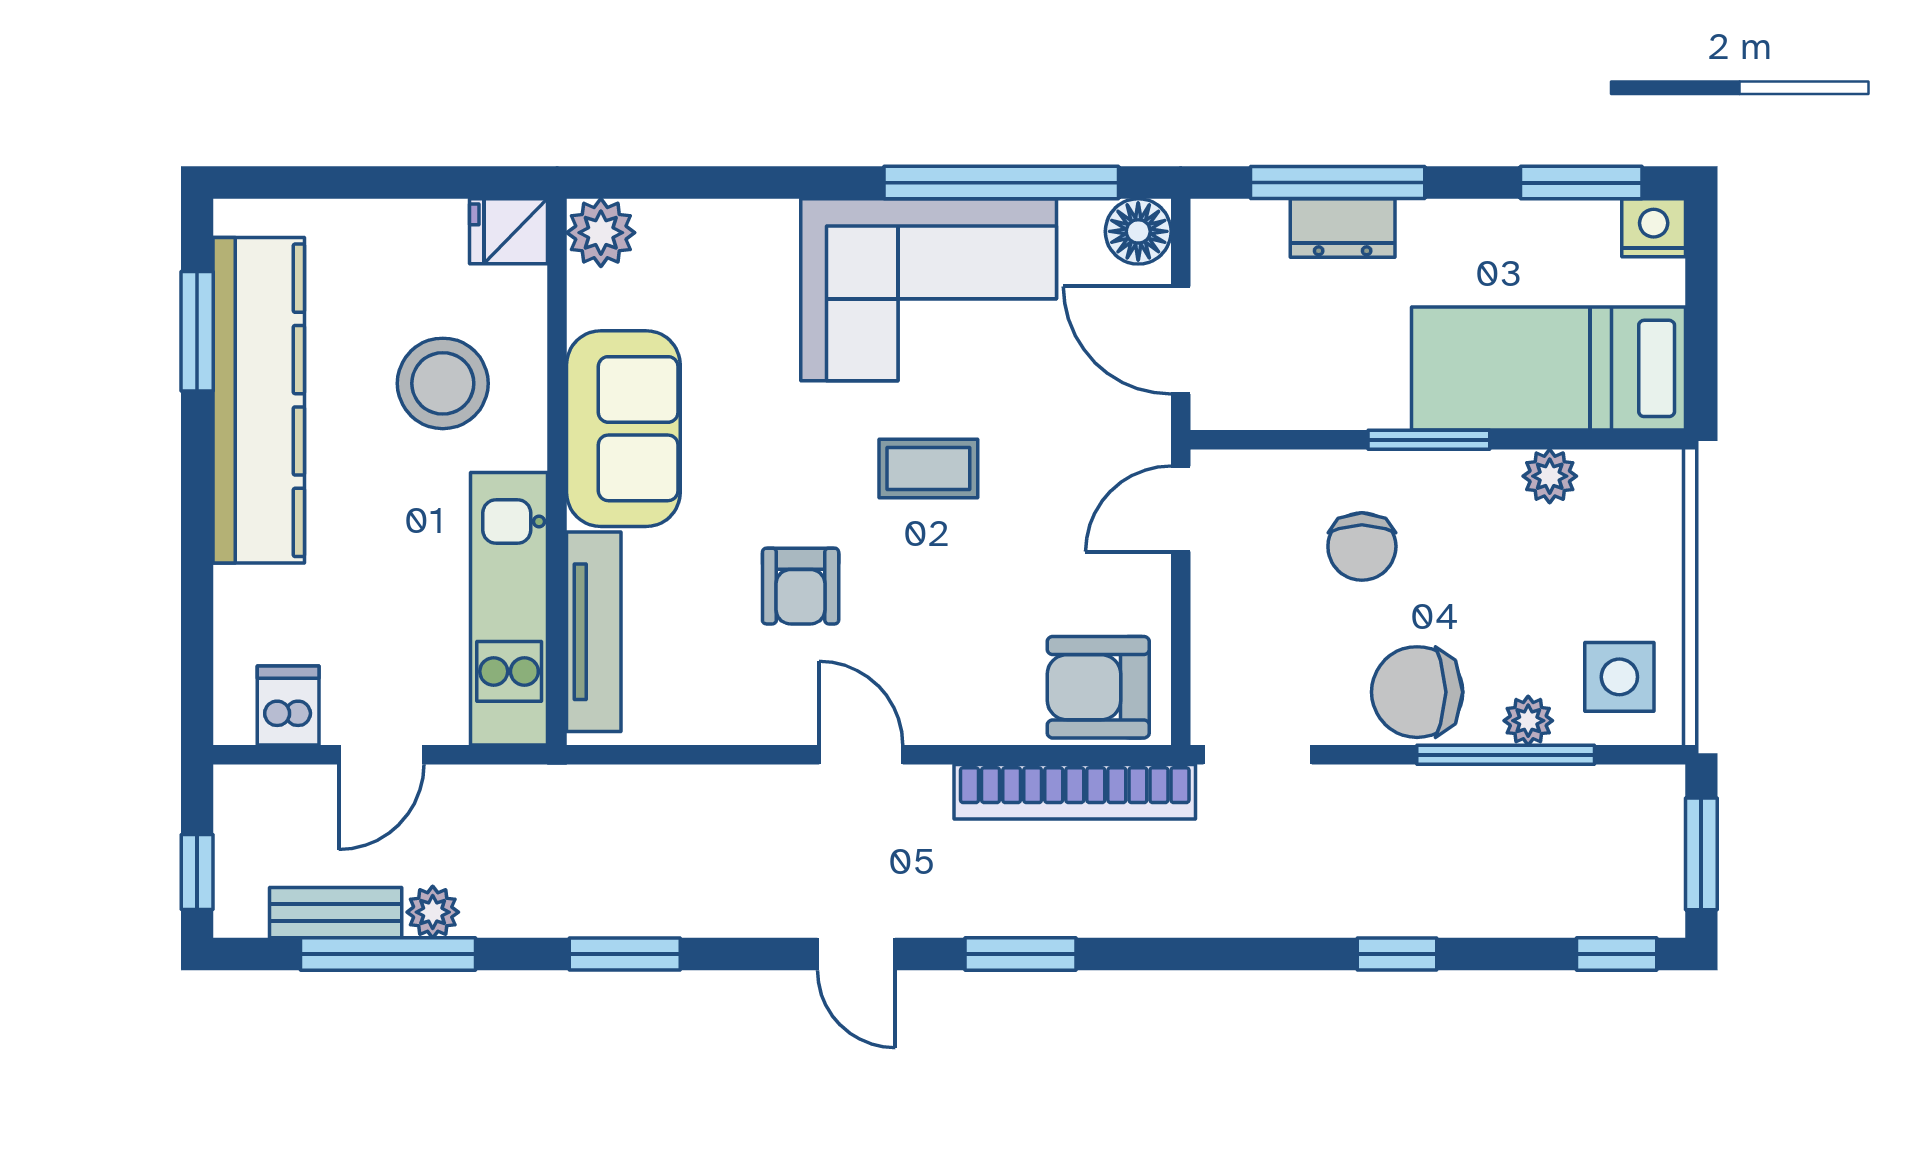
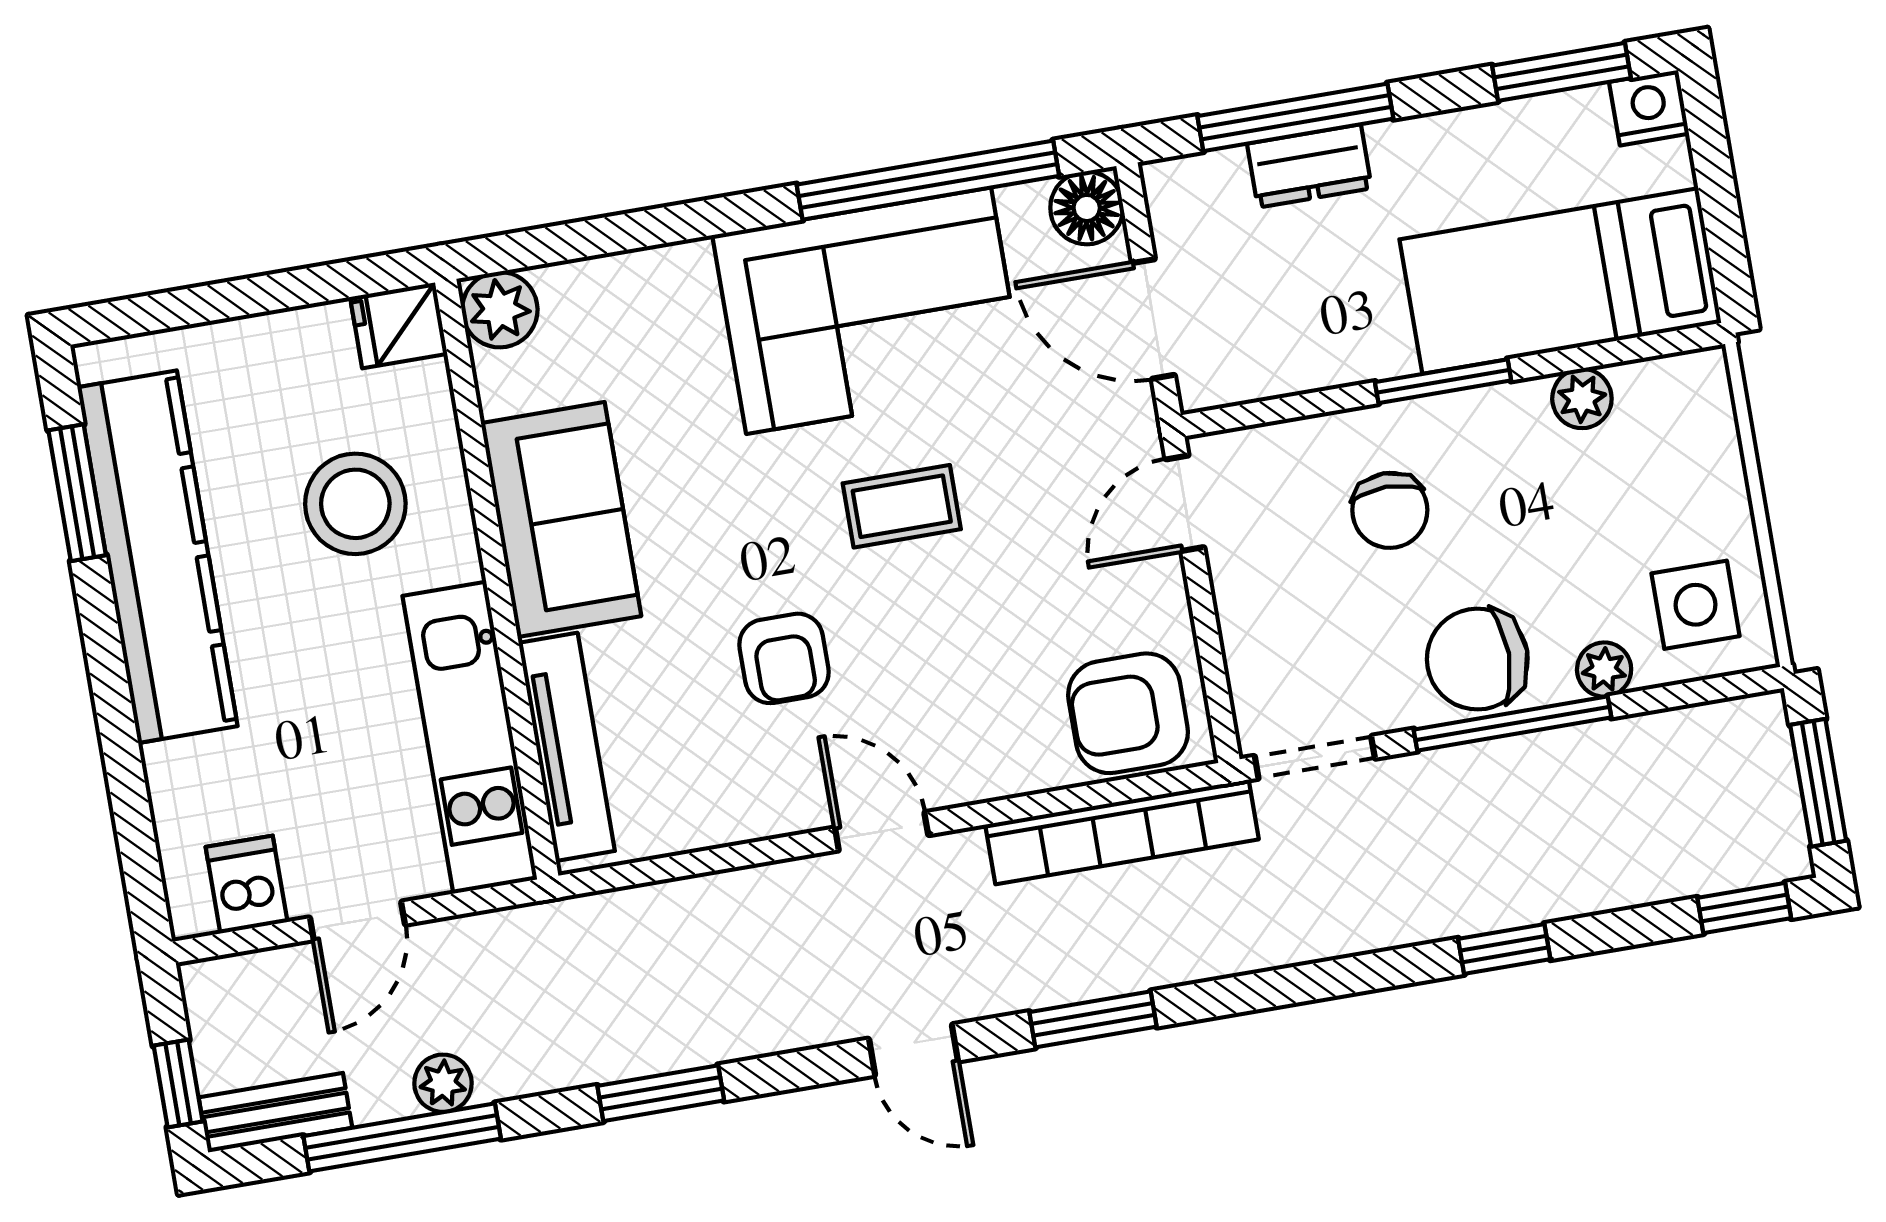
window: (1506, 755) -> (1512, 724), moved
bench: (336, 913) -> (275, 1113), moved

